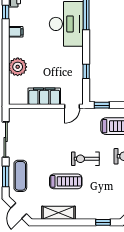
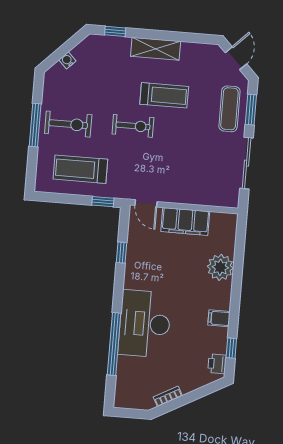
door: (72, 106) -> (146, 203), swing flipped
treadmill: (66, 181) -> (164, 95), turned 180
shelving: (58, 213) -> (156, 49), moved

